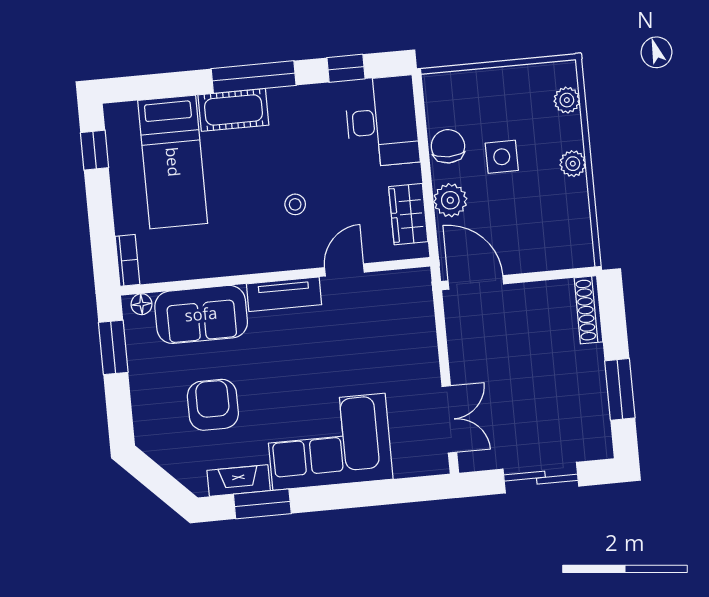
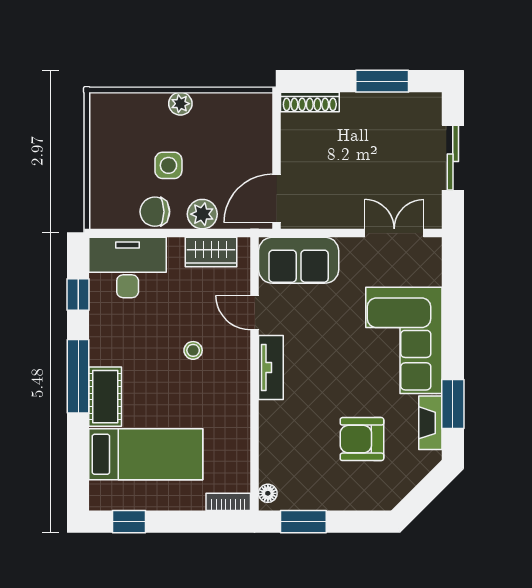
plant: (567, 100) -> (124, 104), removed
sofa: (201, 314) -> (299, 260), moved, turned 90

